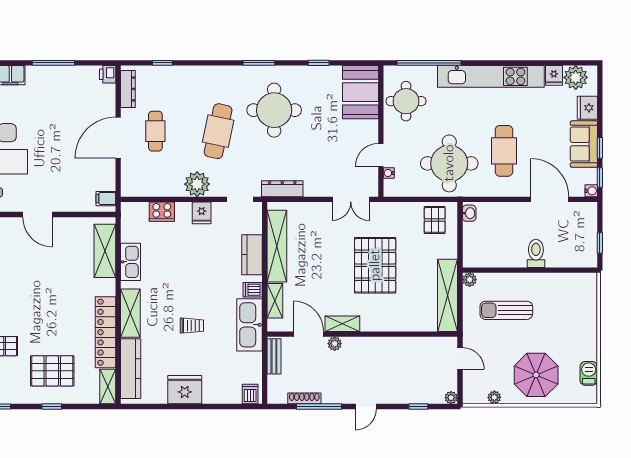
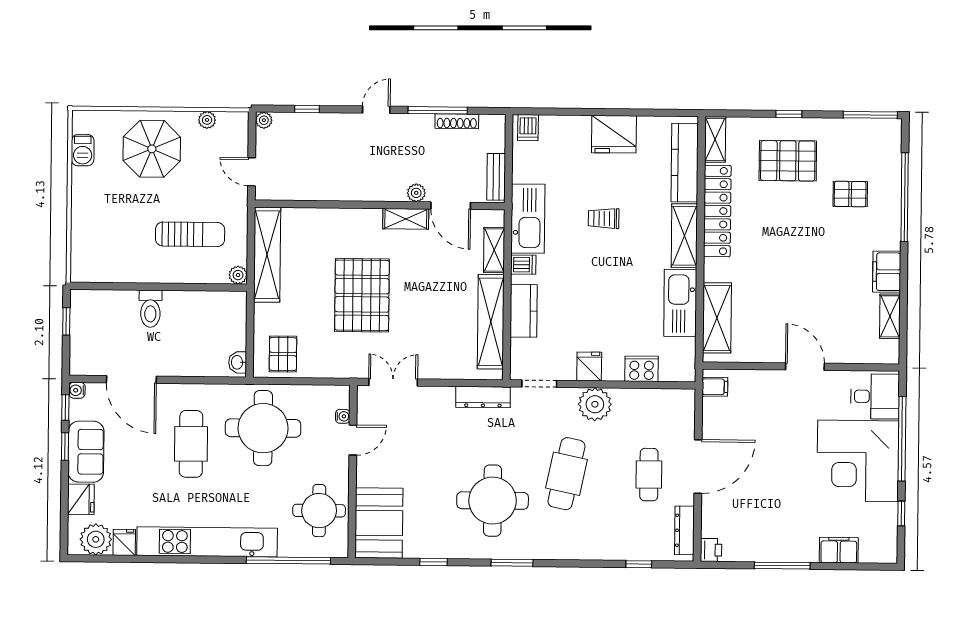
kitchen sink: (131, 262) -> (680, 303), width x1.36, depth x1.24

